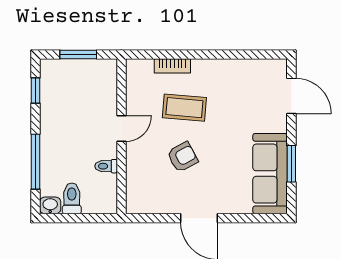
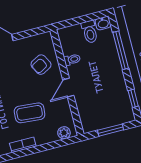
bookcase: (172, 66) -> (23, 145), moved
plant: (144, 68) -> (64, 133), added
armchair: (182, 157) -> (41, 65), moved

